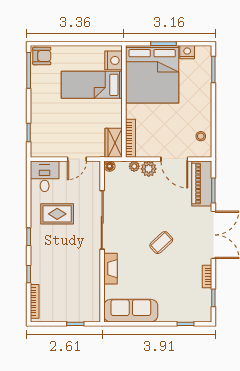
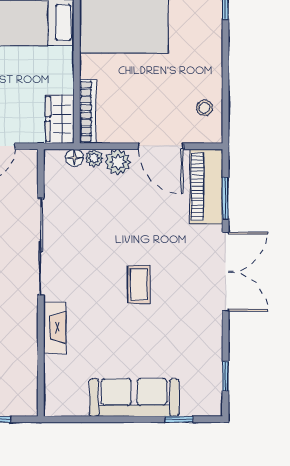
floor lamp: (110, 166) -> (74, 158), moved
coffee table: (161, 243) -> (139, 284), turned -47
bookcase: (207, 276) -> (215, 341), removed
sofa: (131, 311) -> (134, 397), moved

